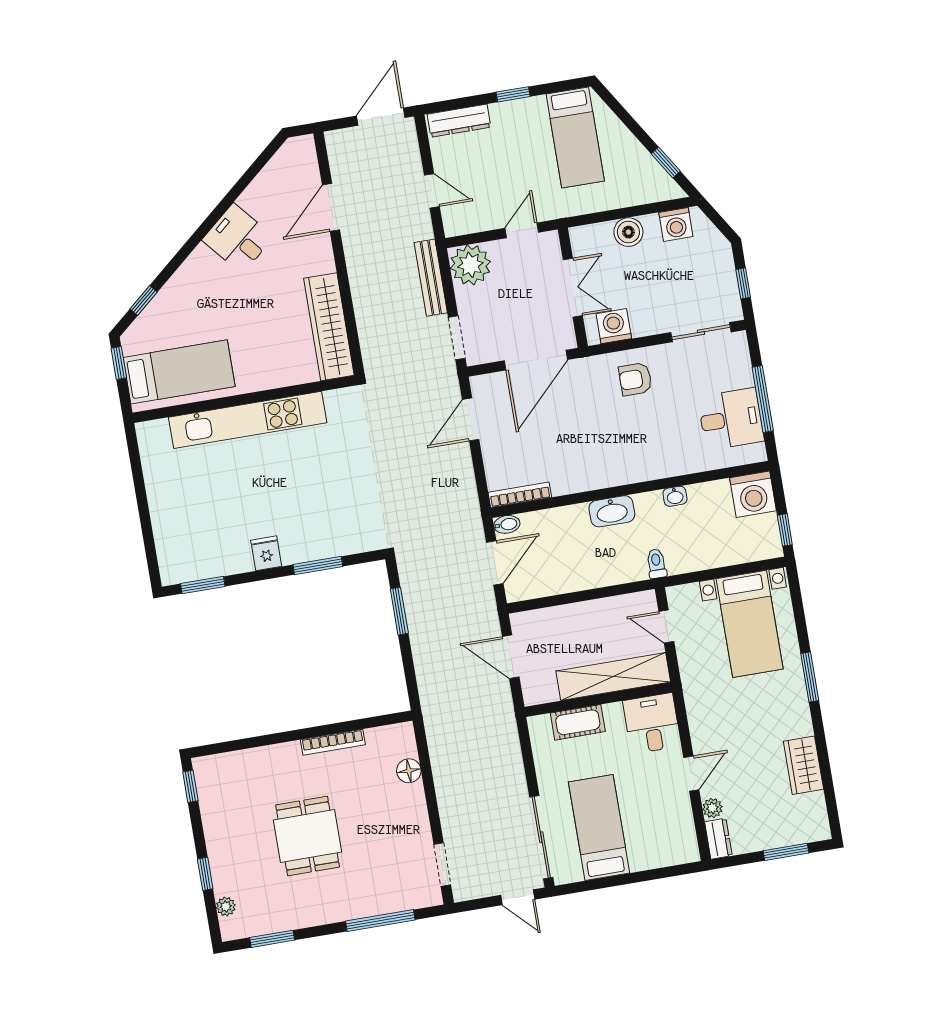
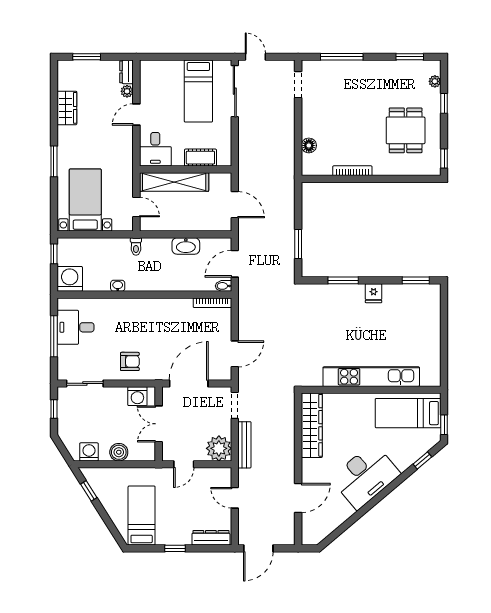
desk: (238, 238) -> (365, 476), width x1.87, depth x1.30
washbasin: (612, 511) -> (186, 246), moved, turned 180
dining table: (308, 836) -> (406, 130), moved

